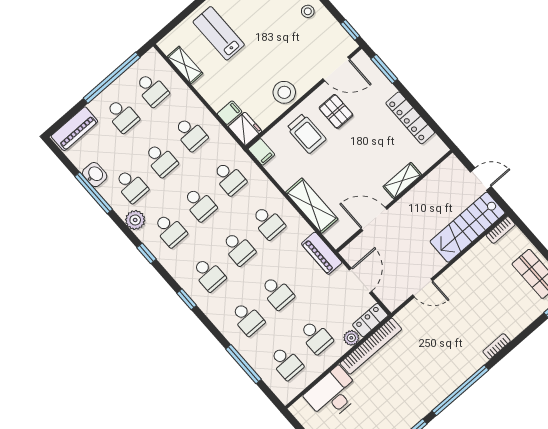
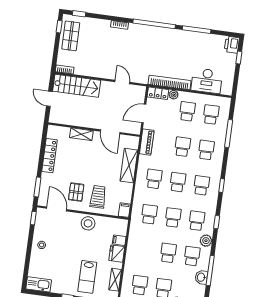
fridge: (245, 129) -> (117, 254), moved
school desk: (191, 134) -> (144, 250), removed

